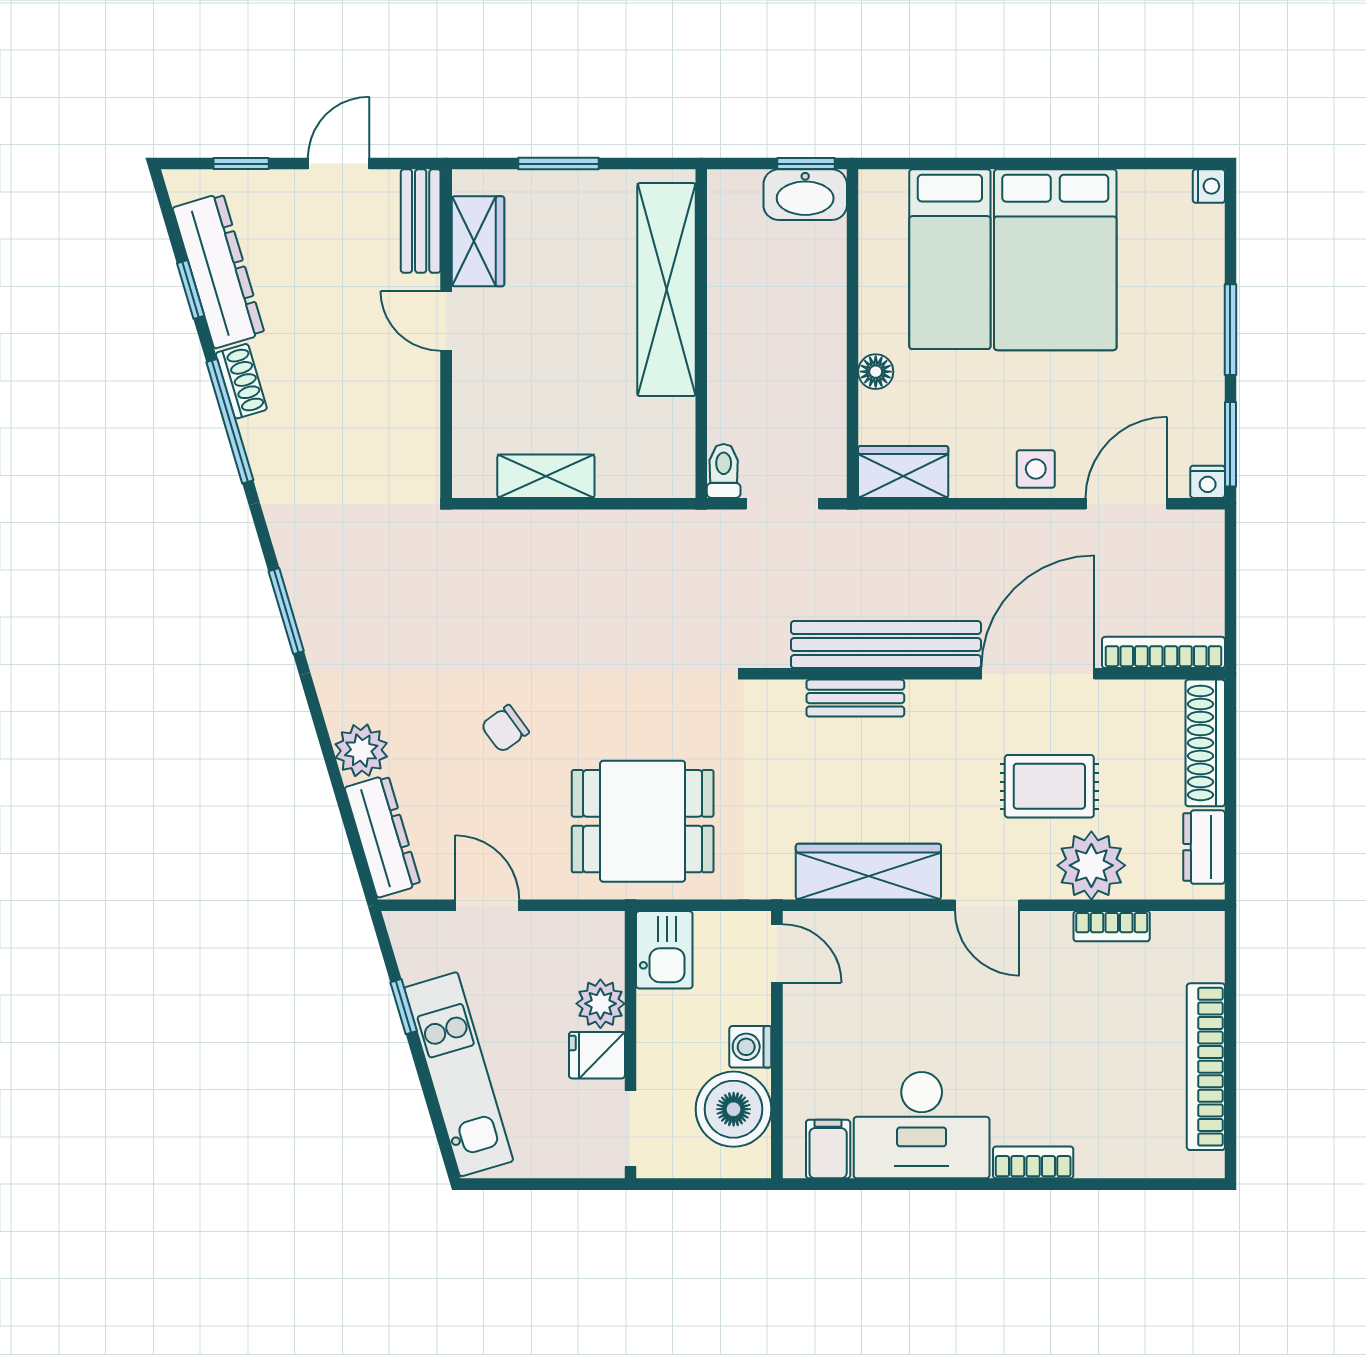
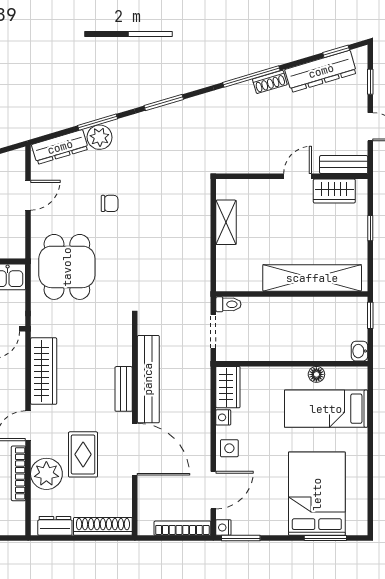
window: (558, 164) -> (370, 228), width x0.67
window: (806, 164) -> (370, 315), moved
nightstand: (1209, 186) -> (223, 417), moved, turned 90
washbasin: (805, 195) -> (359, 351), width x0.52, depth x0.69
bed: (1055, 260) -> (317, 494), moved, turned 90
window: (191, 290) -> (336, 51), moved
window: (1230, 330) -> (325, 538), moved
floor lamp: (876, 372) -> (316, 374), moved
door: (1126, 504) -> (213, 490), hinge flipped
bookcase: (1163, 652) -> (182, 528), moved, turned -90
bench: (855, 698) -> (124, 389), moved
chair: (505, 729) -> (110, 203), turned 126
window: (329, 755) -> (98, 122), added
bookcase: (1112, 926) -> (18, 473), width x1.56

